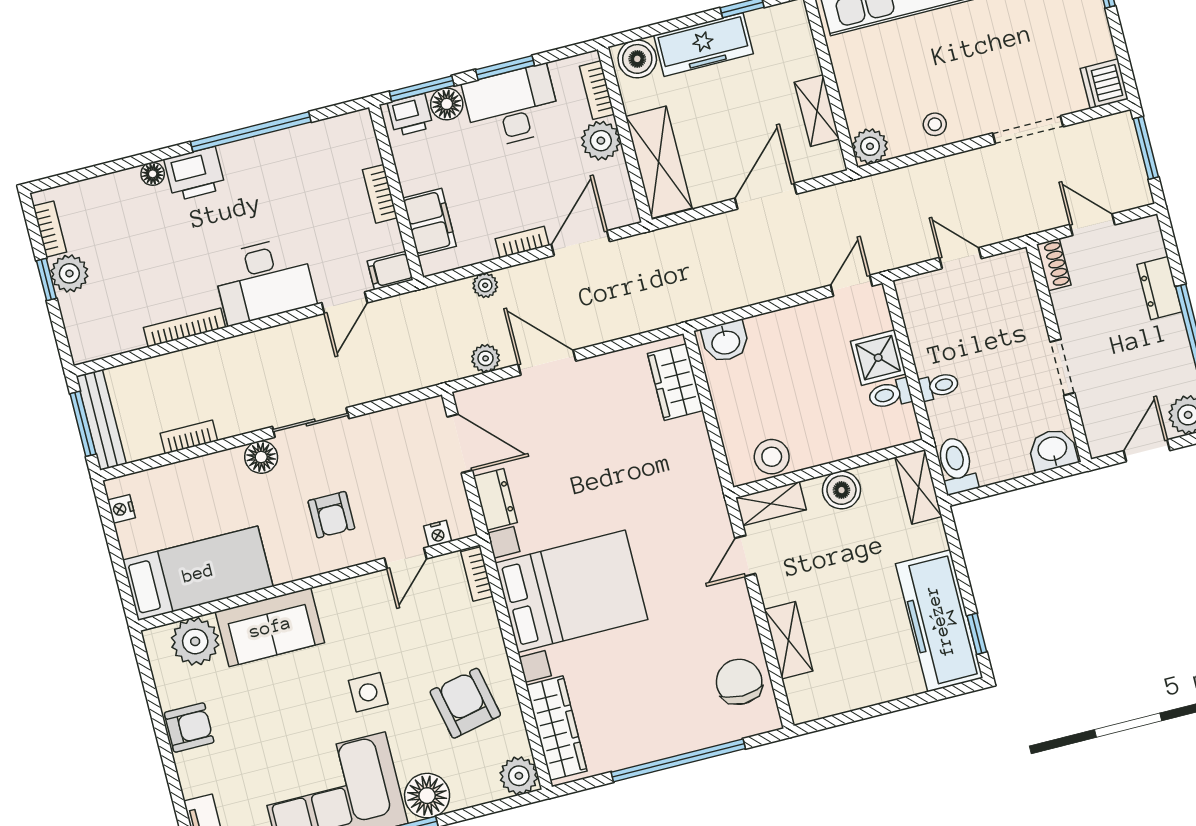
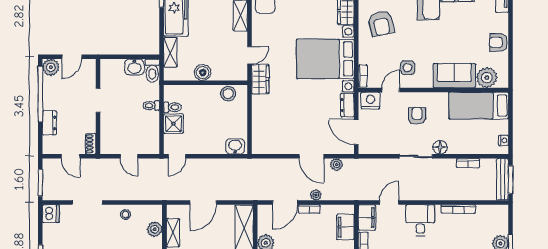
plant: (870, 146) -> (155, 229), moved
filing cabinet: (390, 271) -> (367, 217), width x2.00
desk: (264, 280) -> (420, 220), width x0.73
plant: (485, 285) -> (316, 195), moved
wardrobe: (675, 382) -> (260, 79), moved
washbasin: (1053, 450) -> (134, 67), moved
shelving: (918, 487) -> (170, 52), moved
shelving: (771, 504) -> (233, 74), removed
nightstand: (438, 534) -> (370, 101), width x1.89, depth x1.79
side table: (368, 692) -> (408, 68), moved

